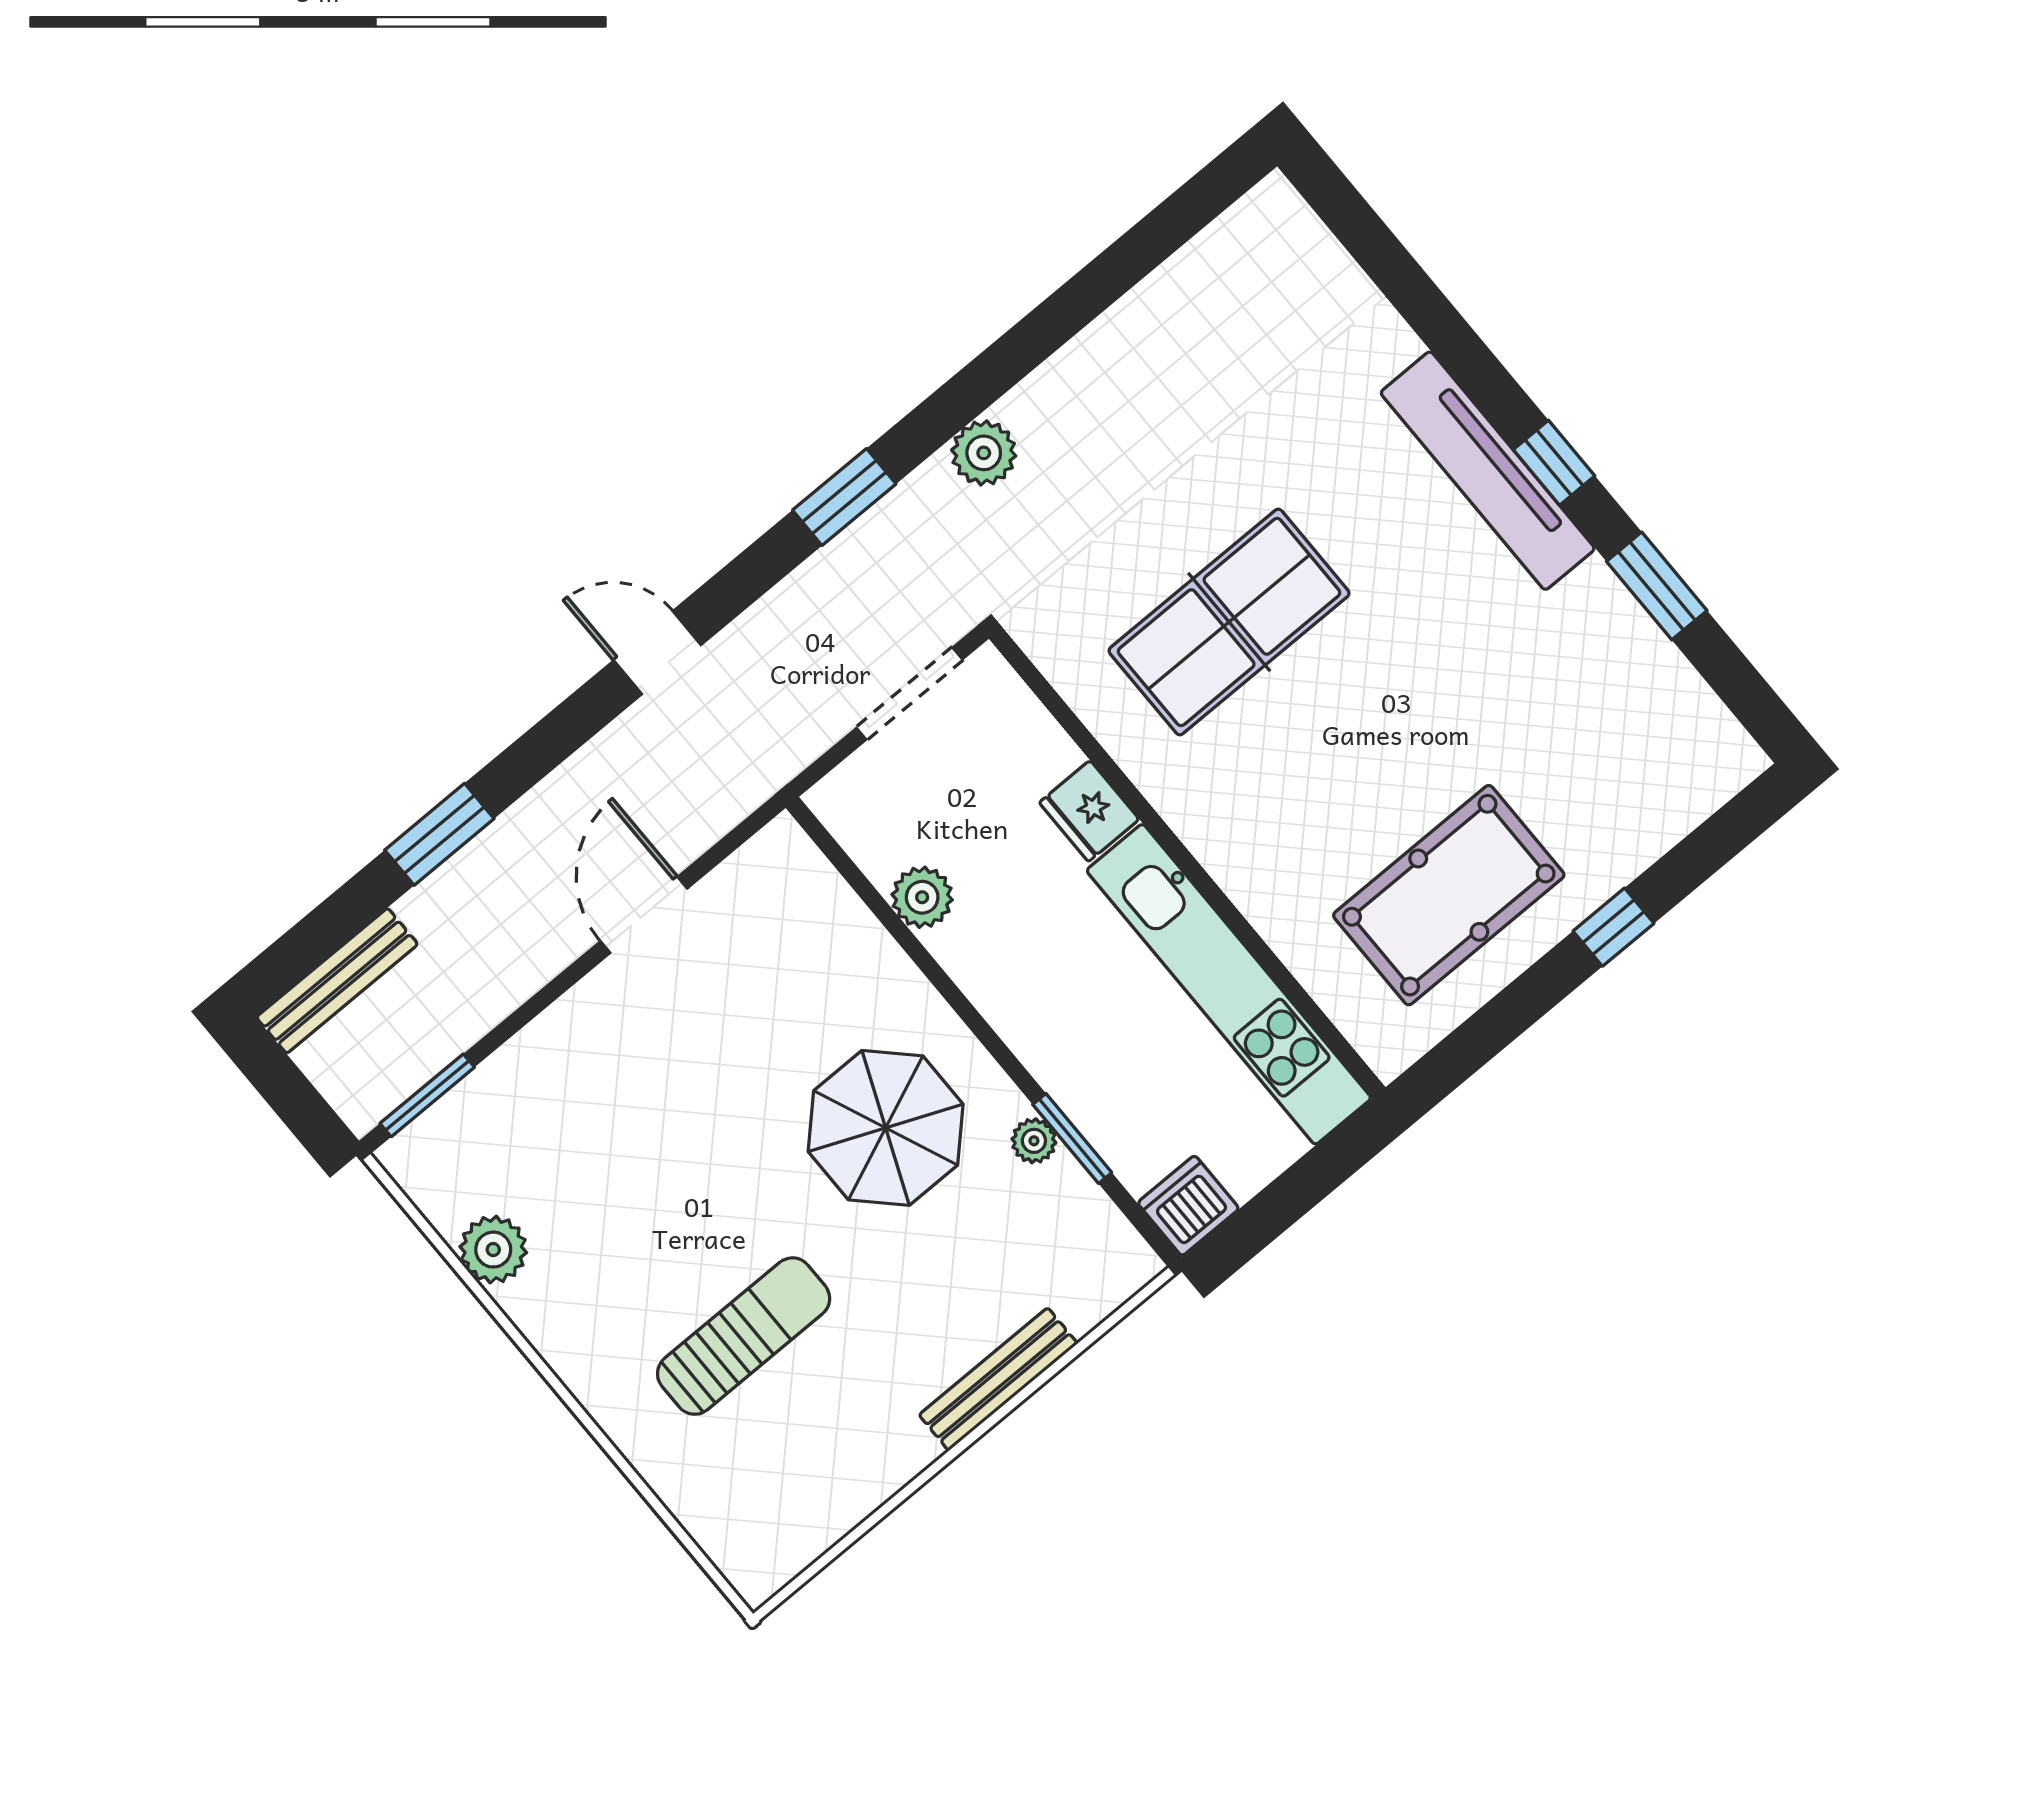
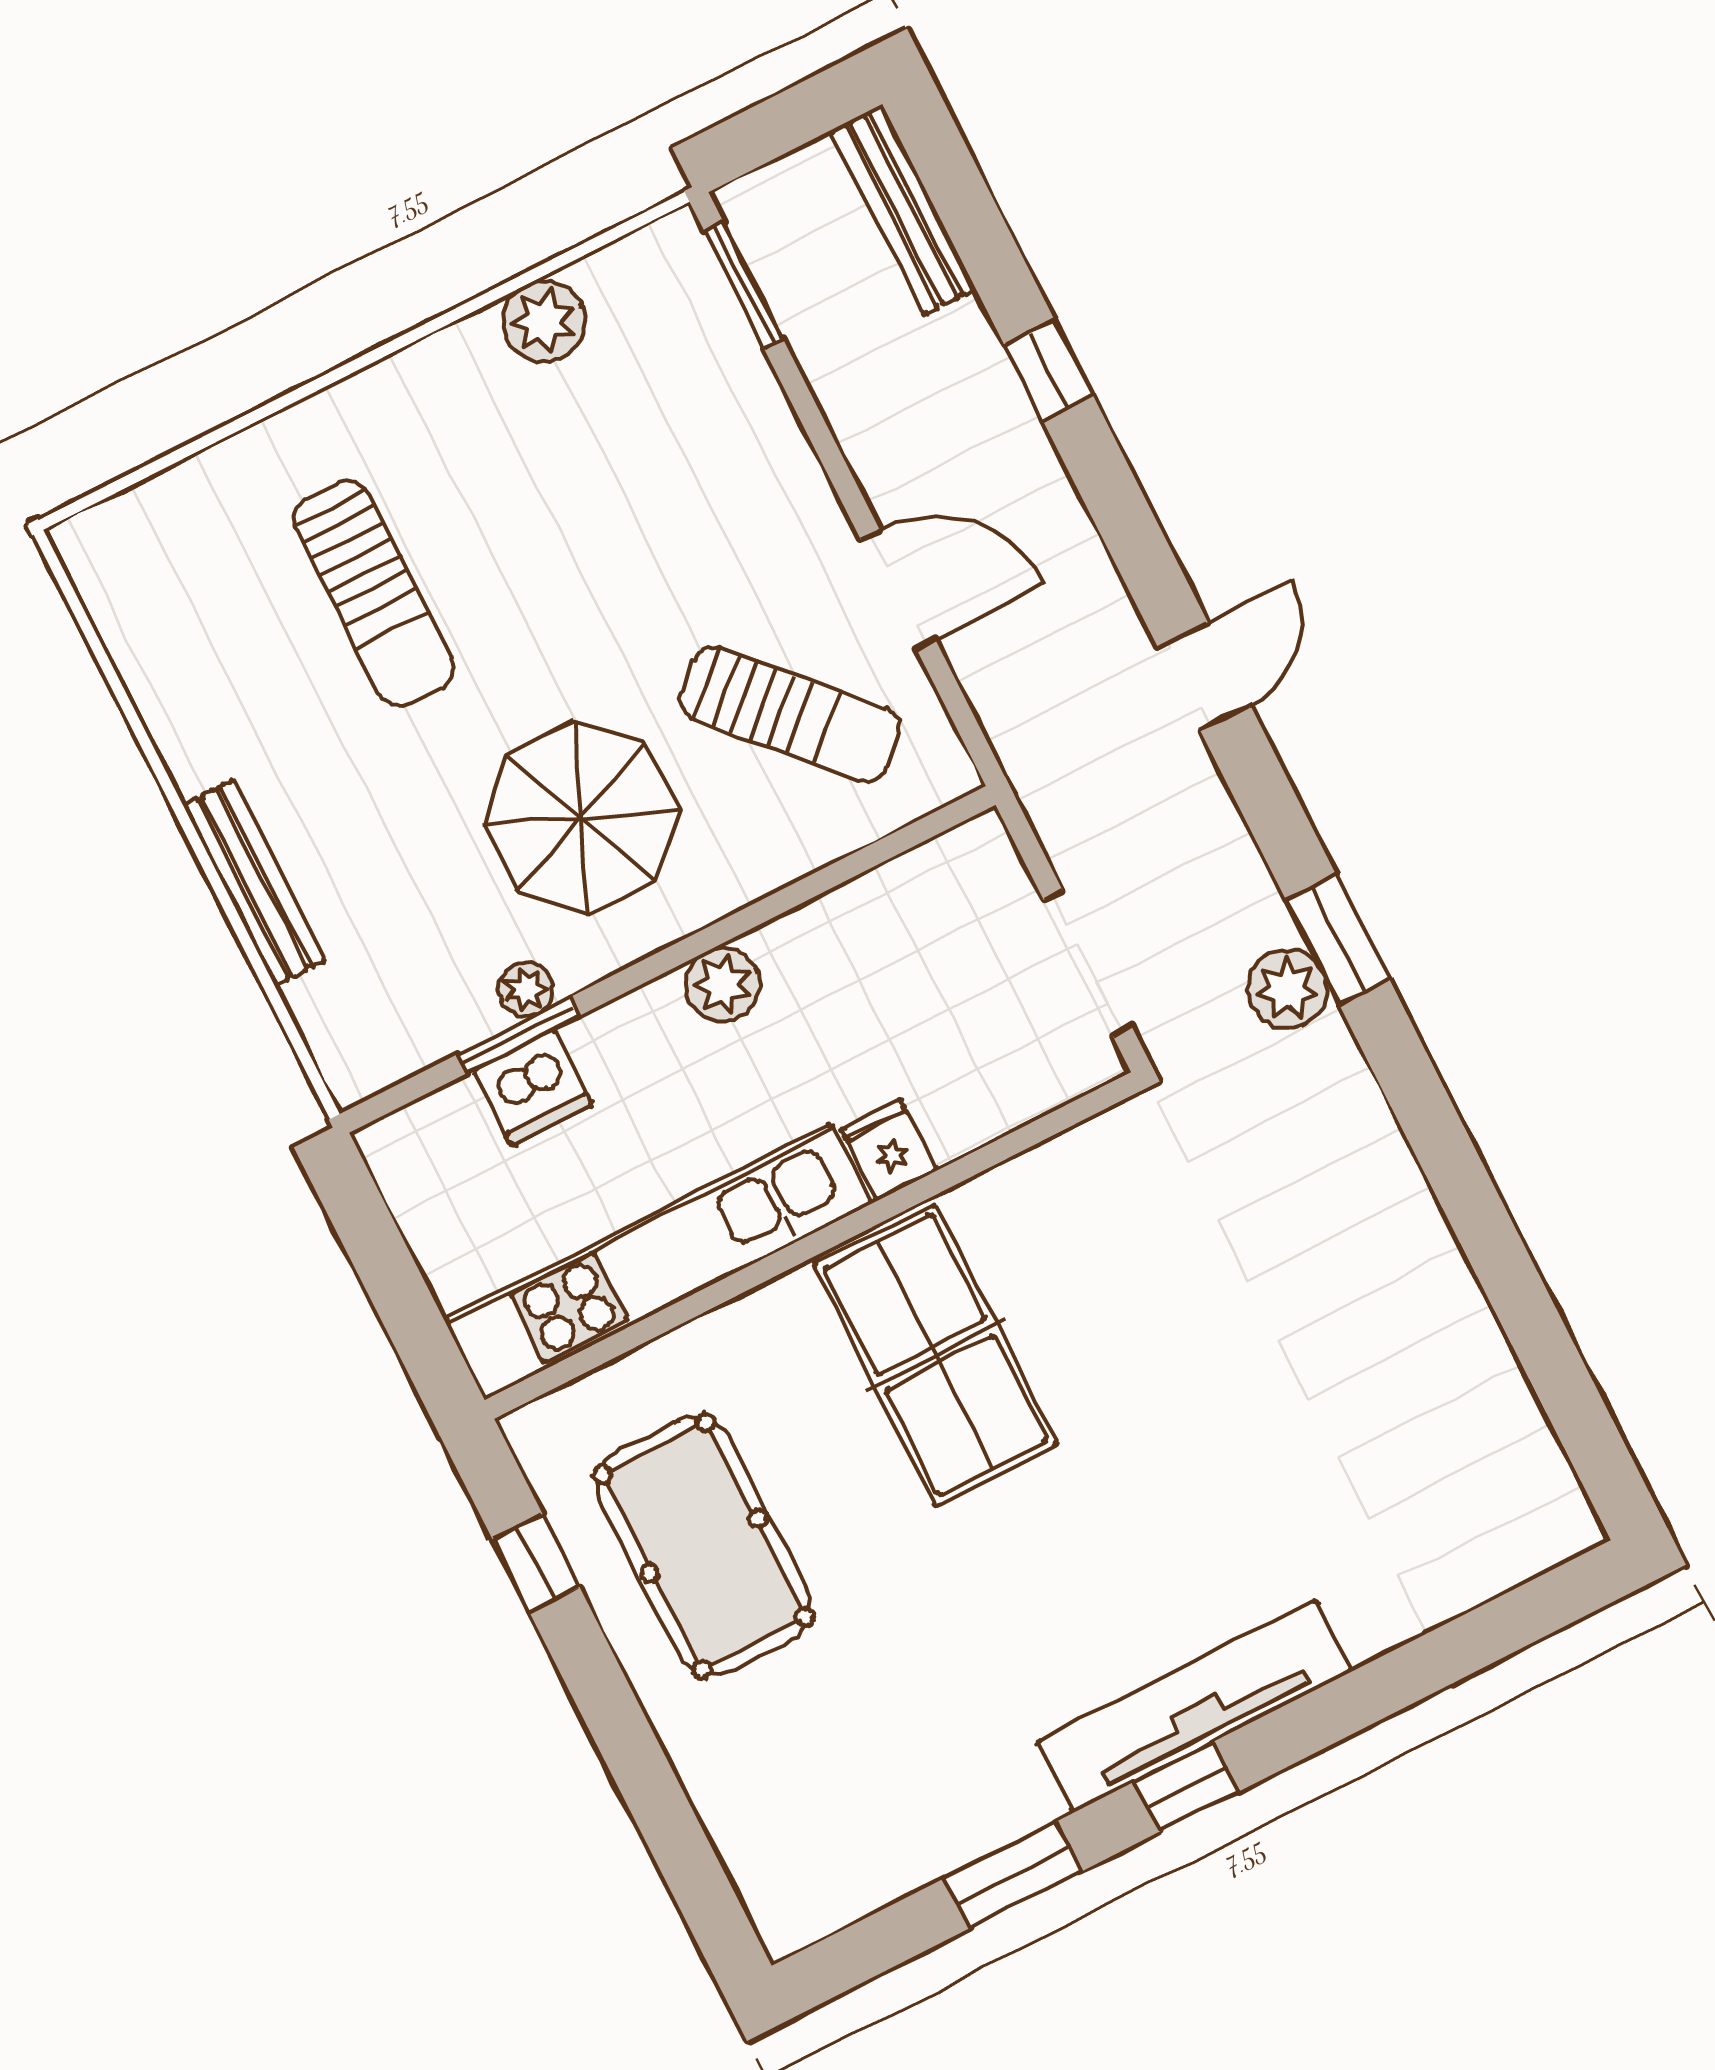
plant: (984, 453) -> (1287, 989), moved
table tennis table: (1229, 622) -> (935, 1355), moved
fridge: (1089, 811) -> (889, 1150), width x0.72
window: (439, 834) -> (1049, 370), width x0.67
plant: (922, 897) -> (723, 984), moved
window: (1614, 927) -> (536, 1563), moved
sun lounger: (764, 979) -> (790, 714), added
dishwasher: (1188, 1206) -> (533, 1087), moved, turned 90

